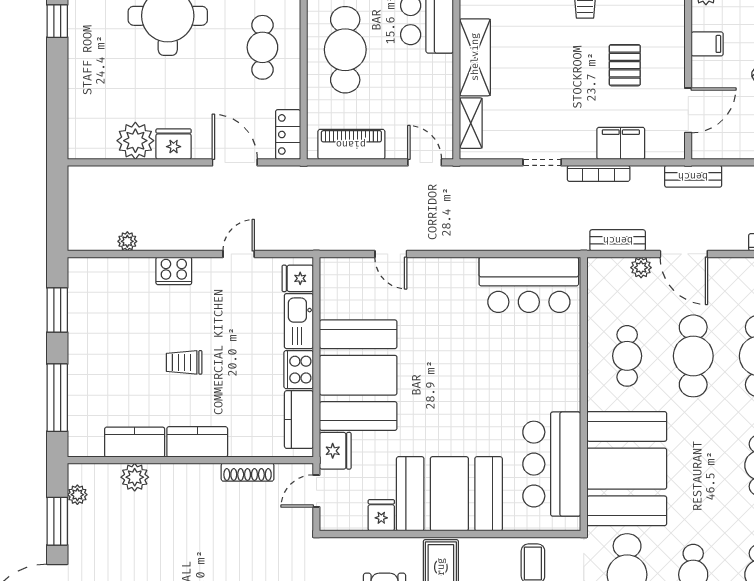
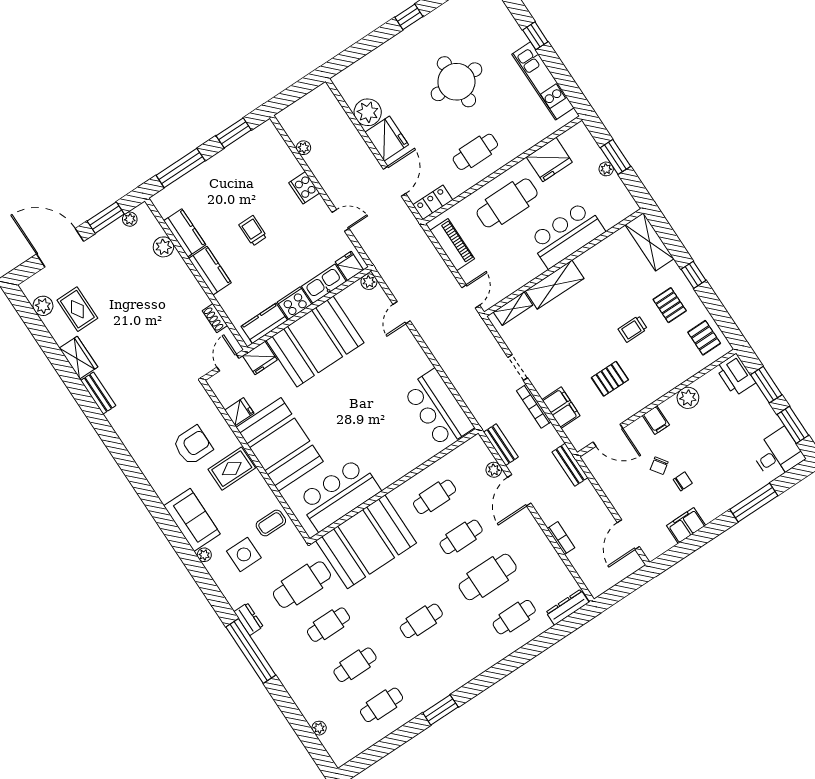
fridge: (174, 144) -> (387, 139), width x1.36, depth x1.34
plant: (331, 268) -> (369, 282), added
cafe table: (693, 356) -> (461, 537), width x0.73, depth x0.74
shoe rack: (248, 472) -> (215, 318), width x0.70
door: (316, 491) -> (228, 363), hinge flipped

